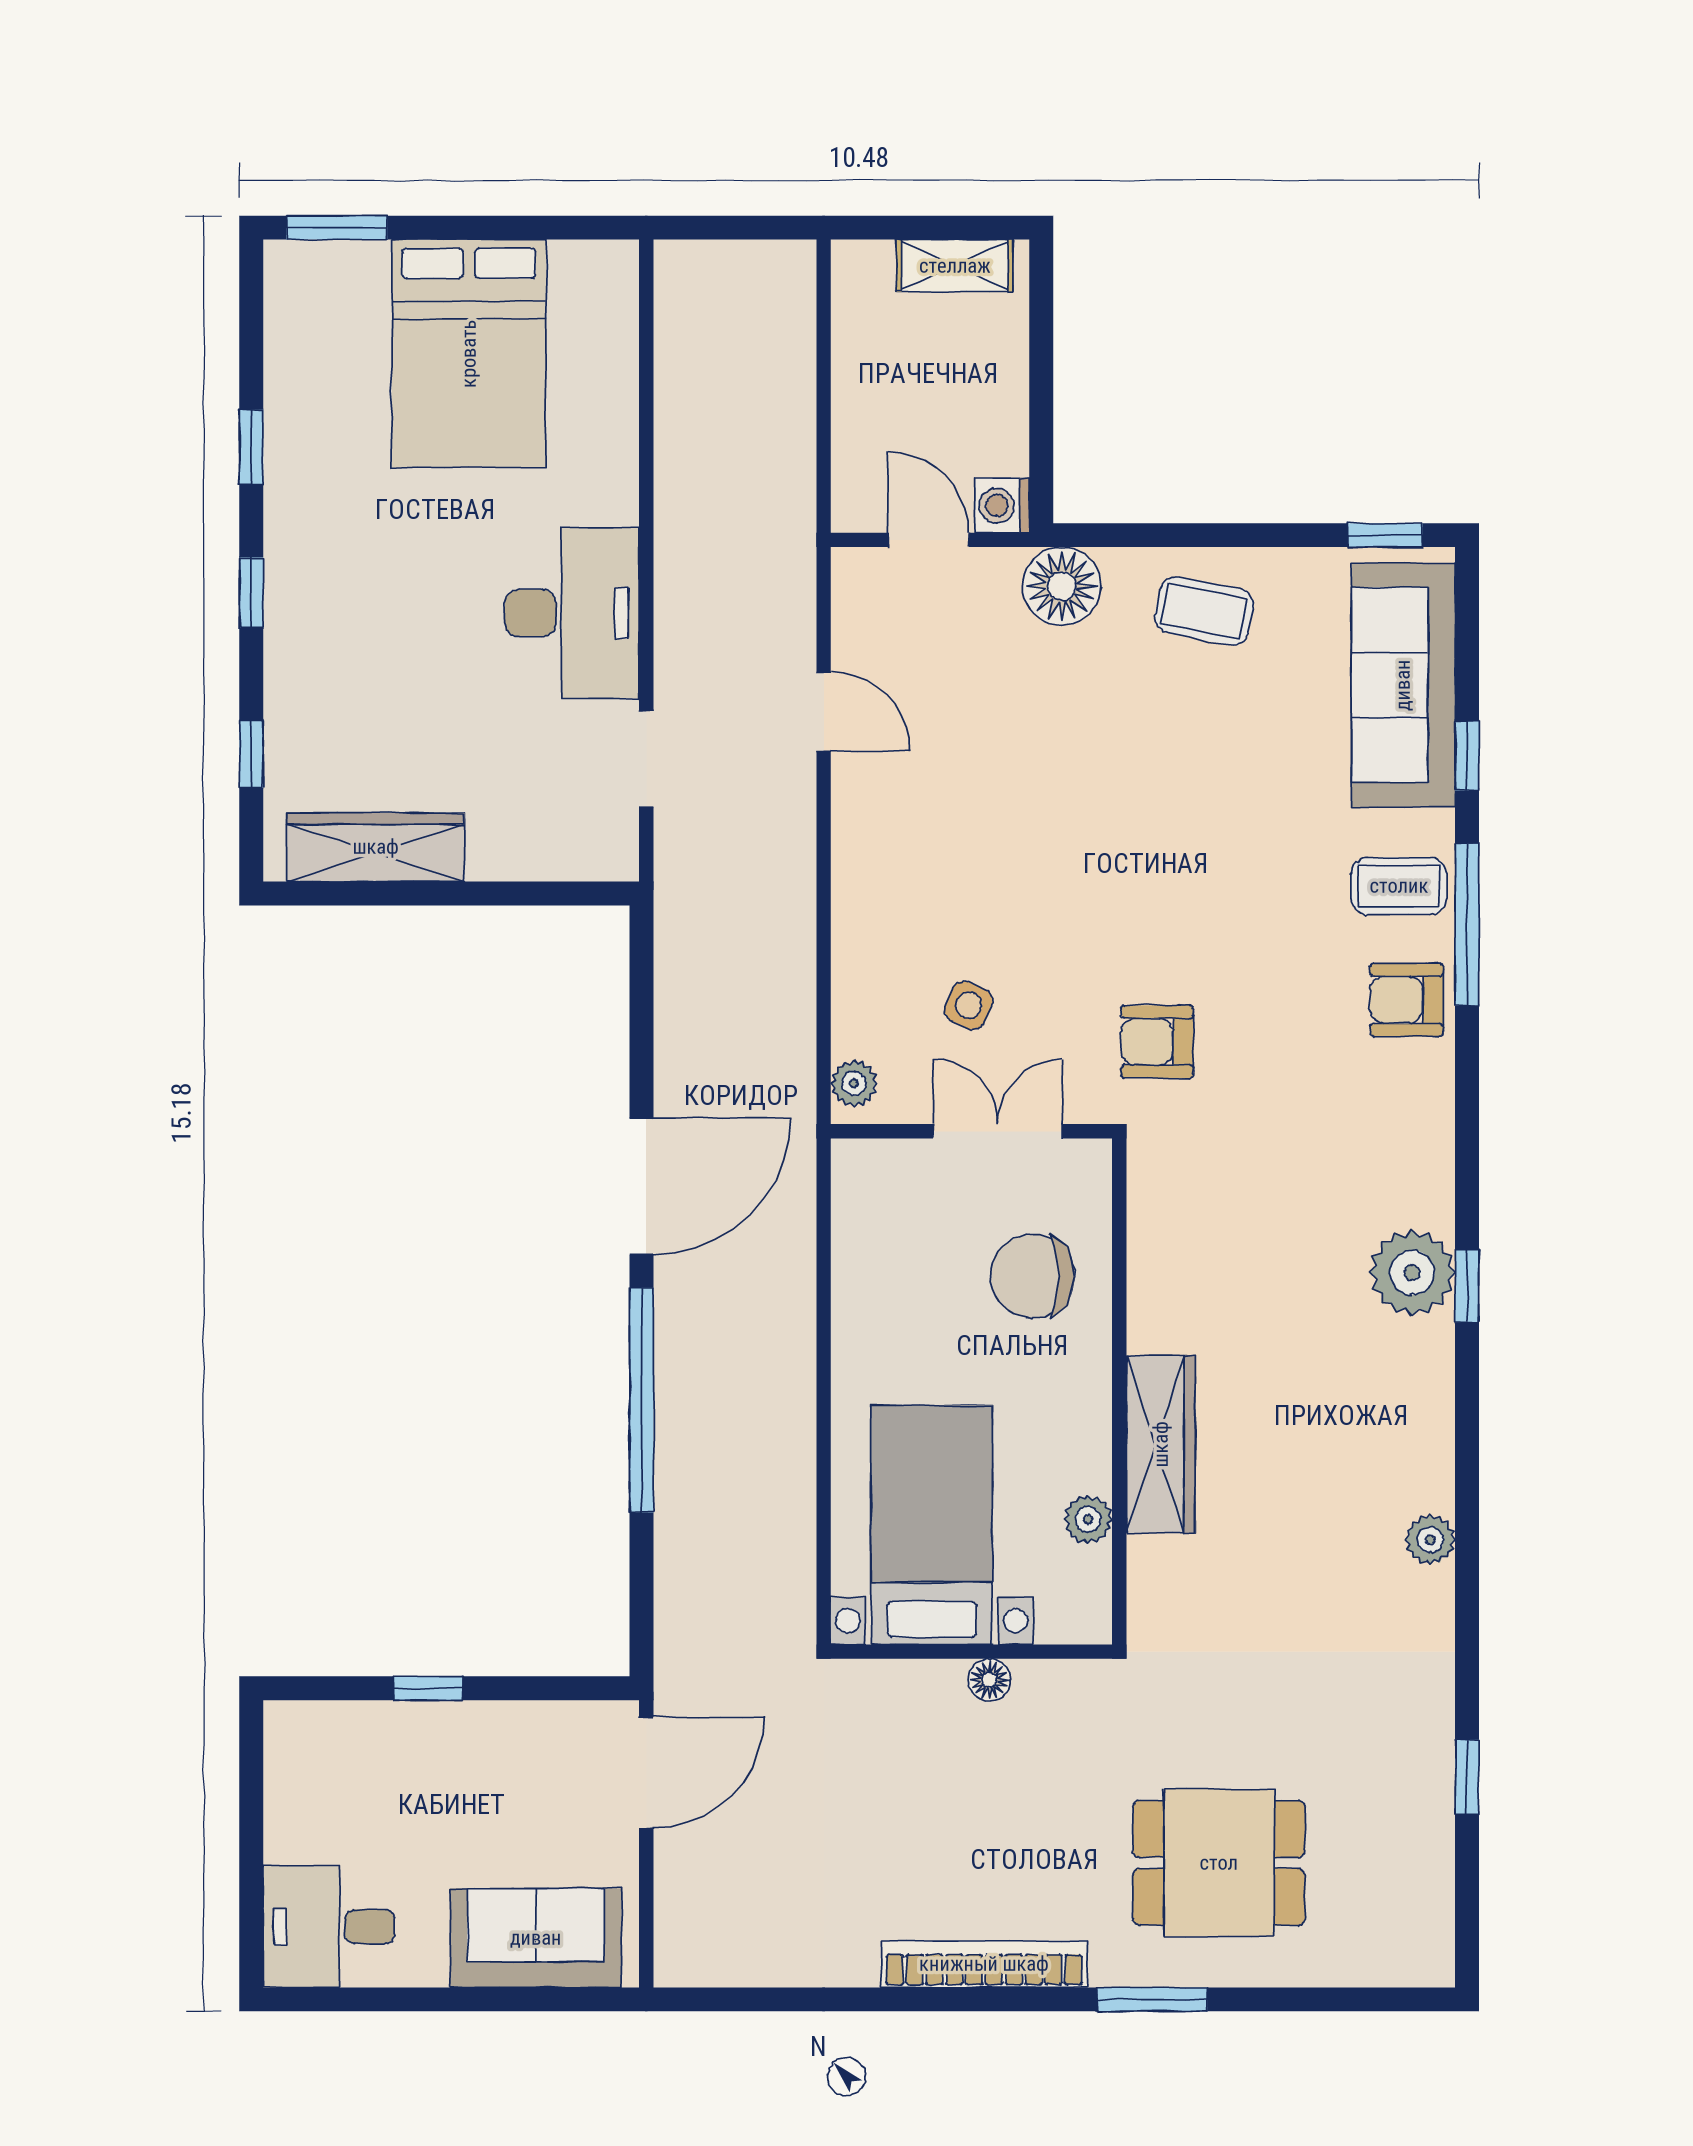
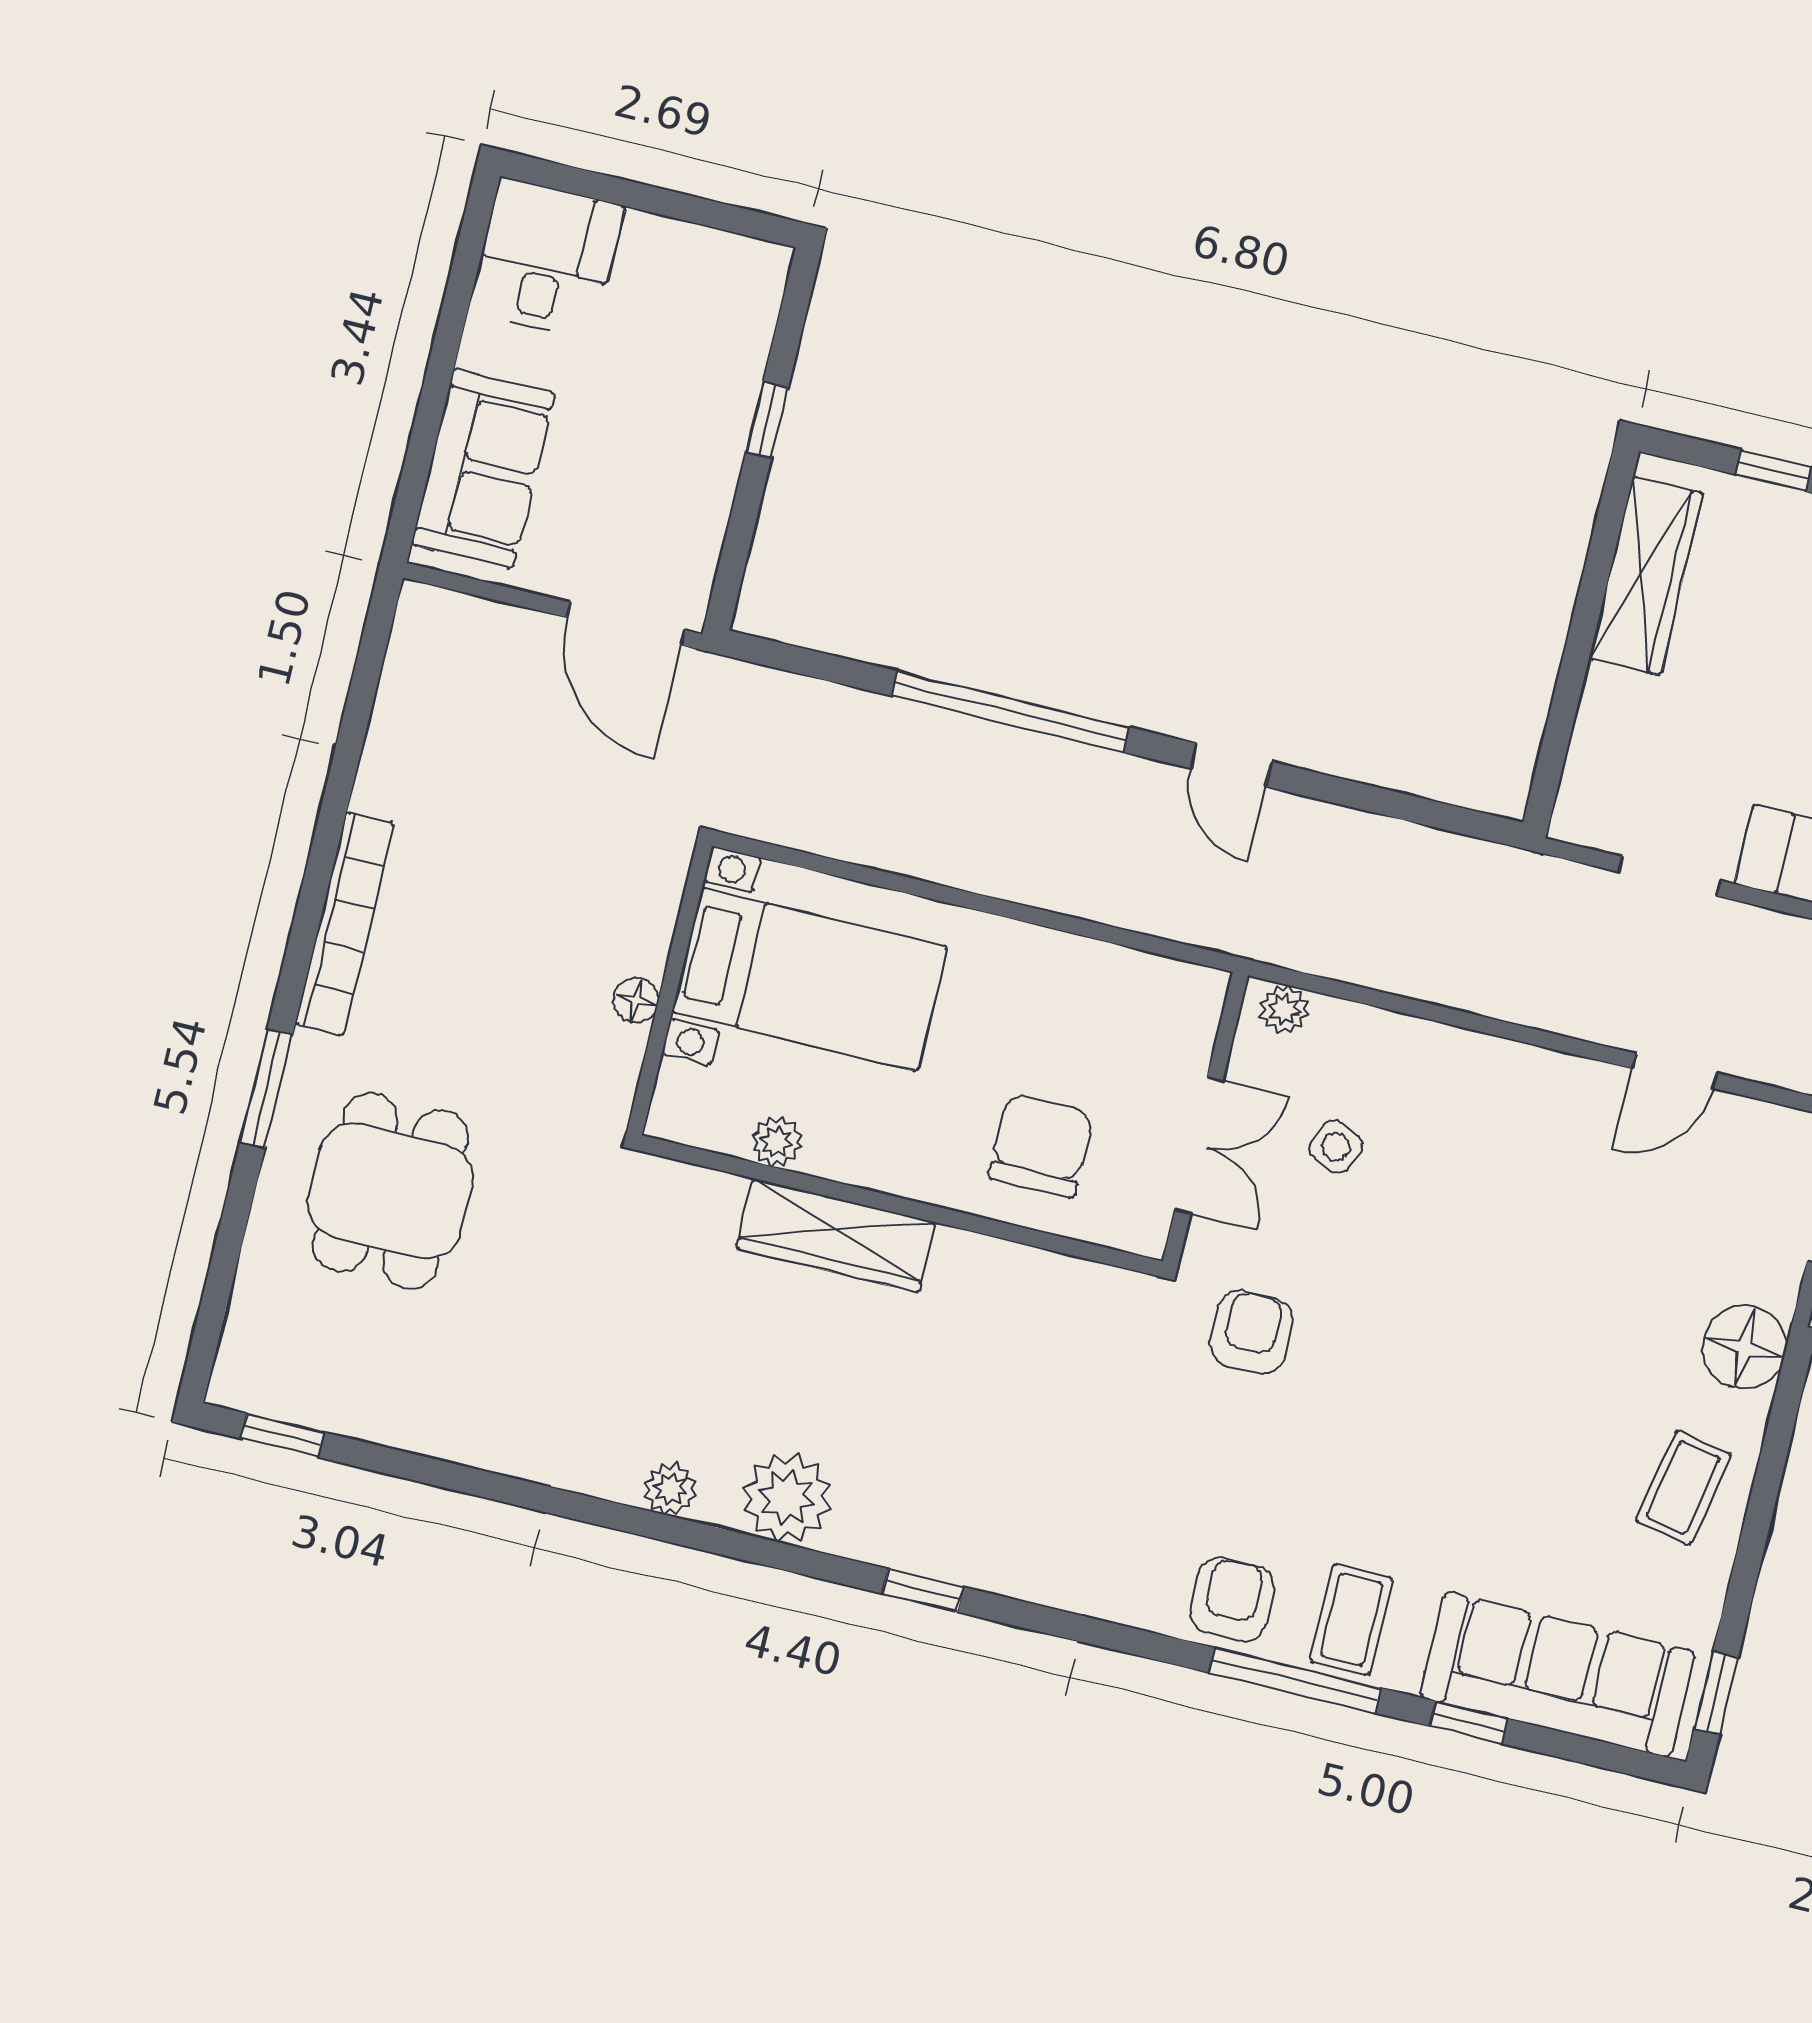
door: (641, 1186) -> (1231, 765), width x0.53
plant: (1412, 1273) -> (787, 1498), moved
window: (1467, 1777) -> (282, 1435), moved

